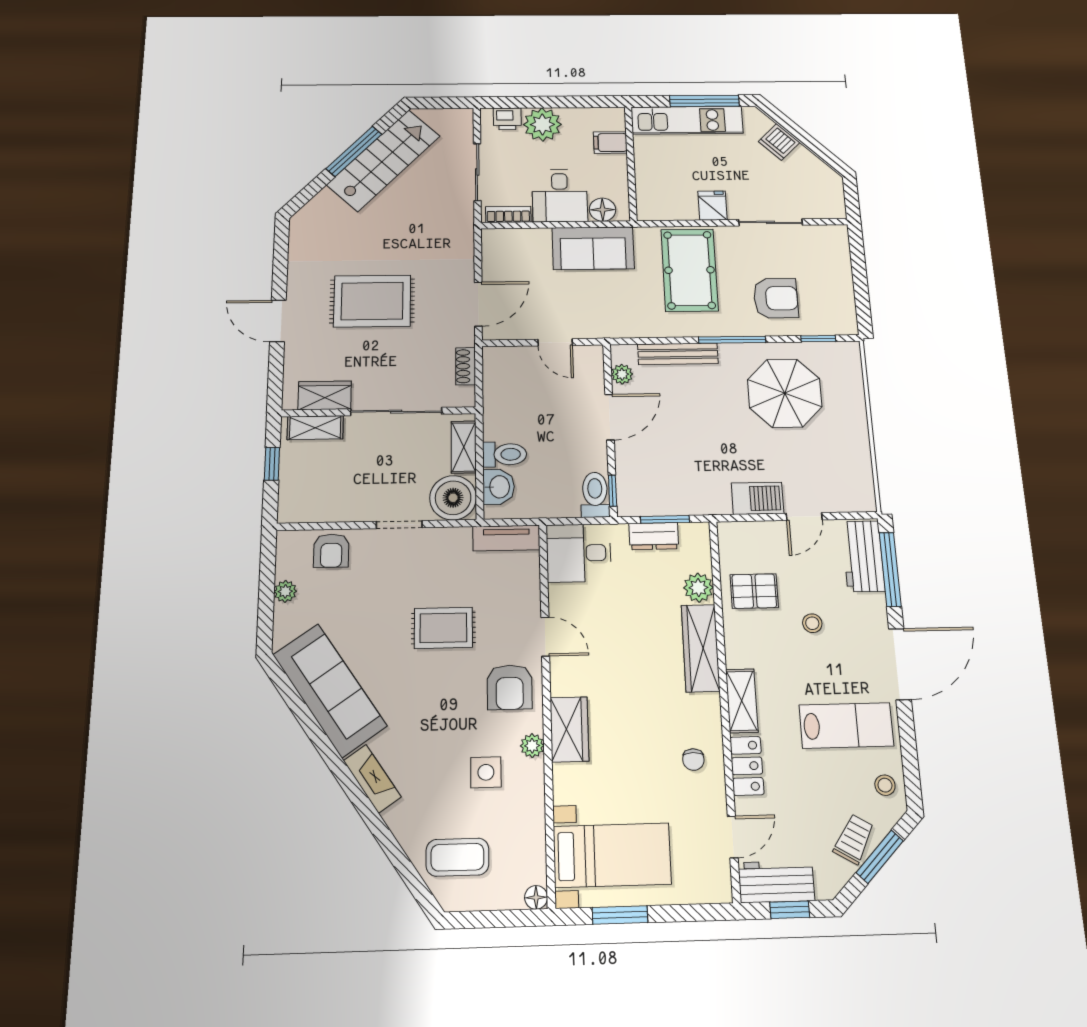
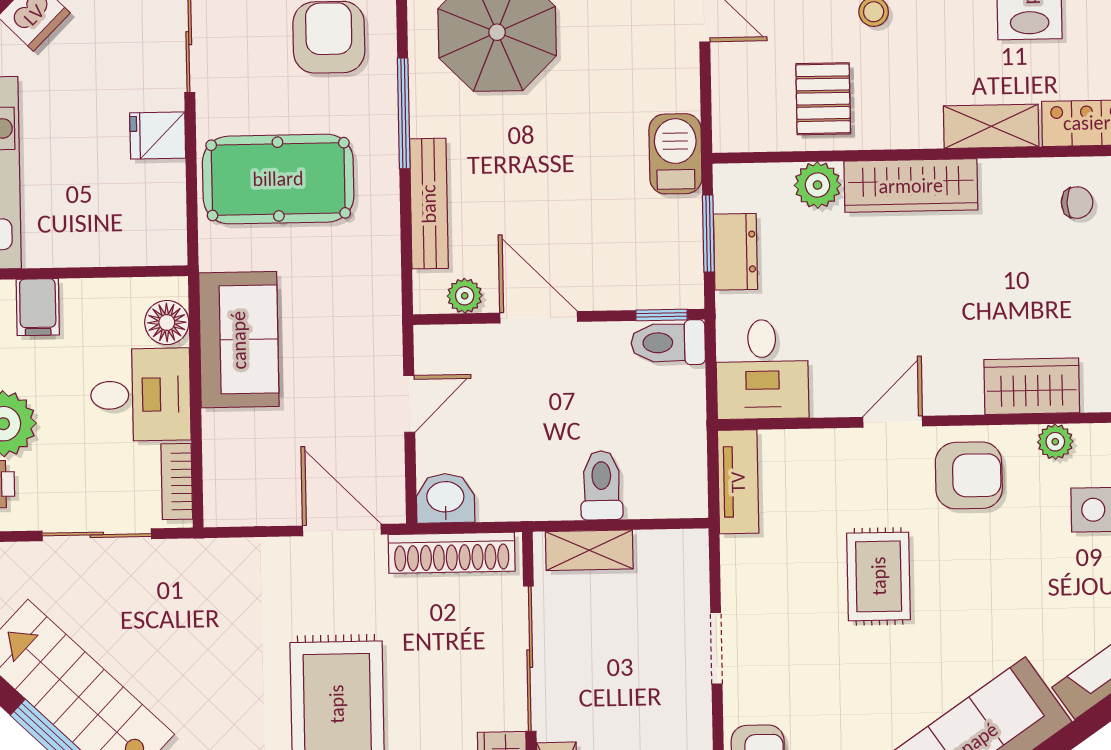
shoe rack: (466, 366) -> (452, 553), width x1.94, depth x1.24
washbasin: (499, 487) -> (445, 498), moved
boiler: (453, 498) -> (673, 565), removed
barbecue: (758, 498) -> (675, 154), moved

